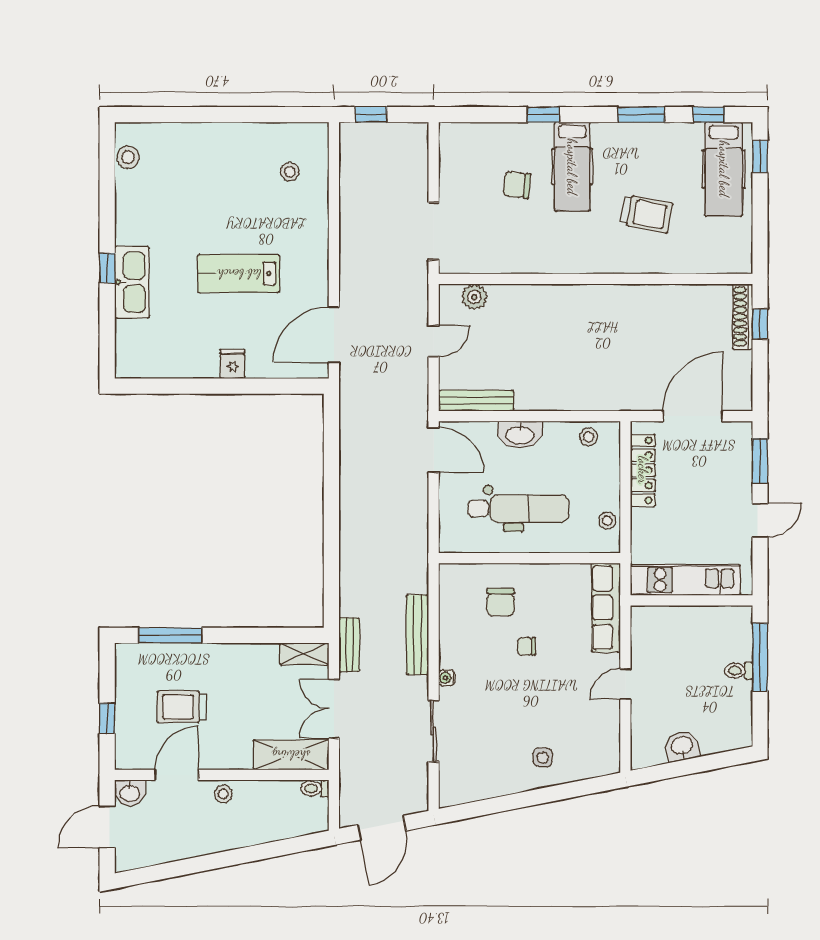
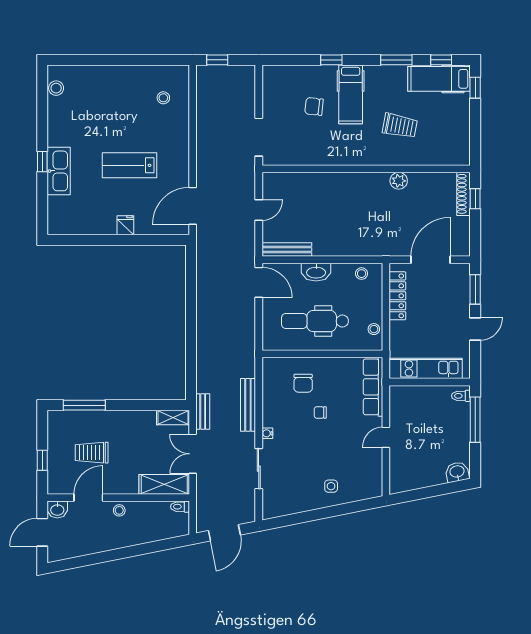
hospital bed: (724, 169) -> (439, 79), moved, turned 90
plant: (474, 297) -> (399, 181), moved
dental chair: (518, 508) -> (315, 321), turned 180
toilet: (739, 671) -> (461, 396), moved
washbasin: (682, 746) -> (457, 472), moved

